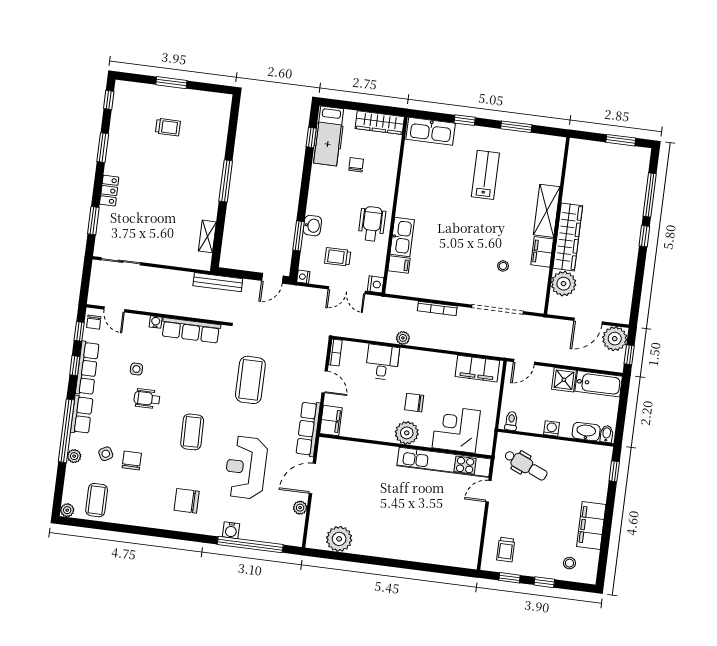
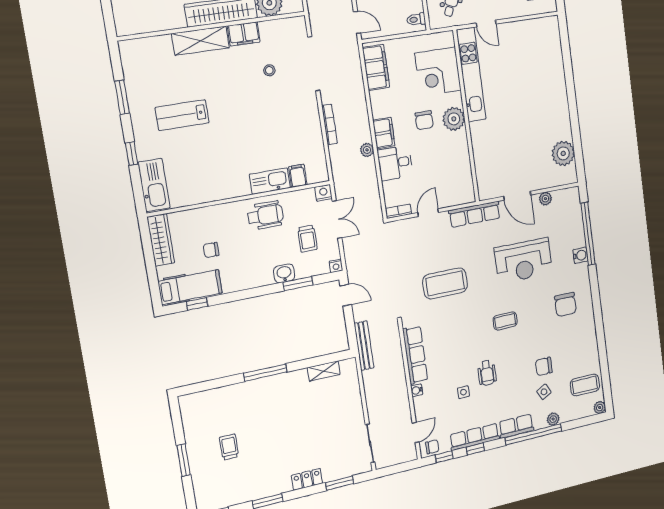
wheelchair: (372, 224) -> (265, 215), turned 180
filing cabinet: (331, 421) -> (384, 133), moved, turned 90
coffee table: (192, 432) -> (505, 321), width x0.73, depth x0.77

